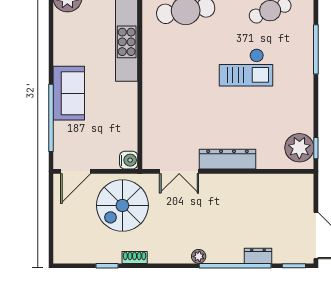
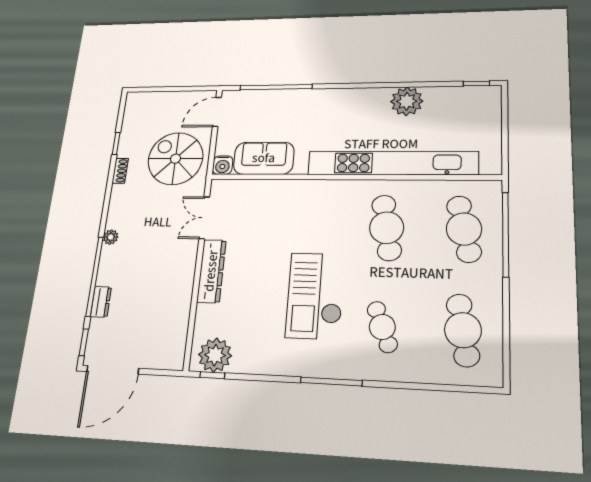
checkout: (246, 67) -> (315, 296), width x1.36, depth x1.21
sofa: (69, 93) -> (264, 158), moved, turned 180
door: (76, 171) -> (217, 112), hinge flipped

